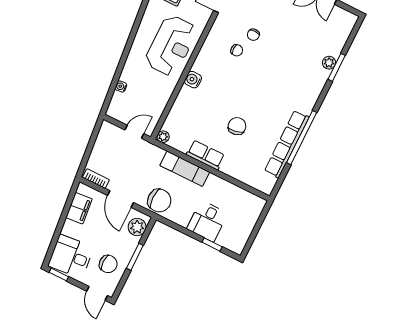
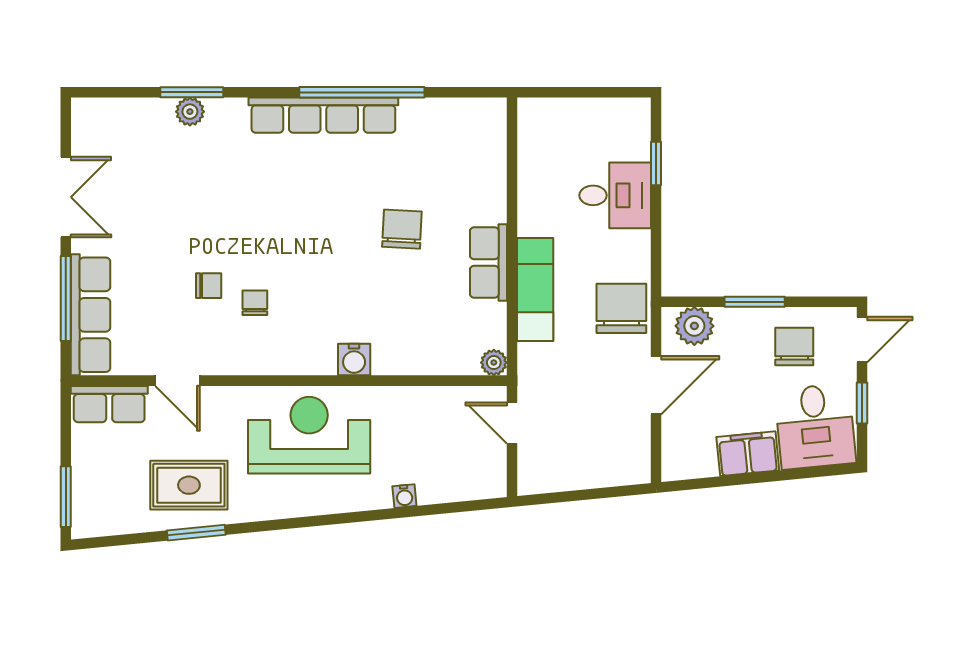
water cooler: (121, 86) -> (404, 496), moved
chair: (237, 126) -> (402, 229), turned 104
row of seats: (287, 144) -> (323, 115), moved
bookcase: (96, 179) -> (640, 453), removed
filing cabinet: (79, 208) -> (748, 454), moved
window: (59, 274) -> (862, 403), moved

